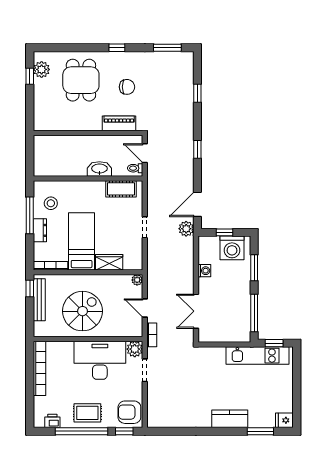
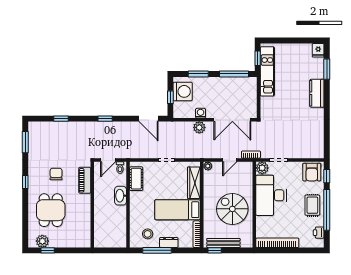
dining table: (81, 80) -> (51, 210), turned 90
plant: (186, 229) -> (199, 127), moved
wardrobe: (109, 262) -> (194, 183), width x1.50
double door: (196, 311) -> (232, 120), width x1.37

